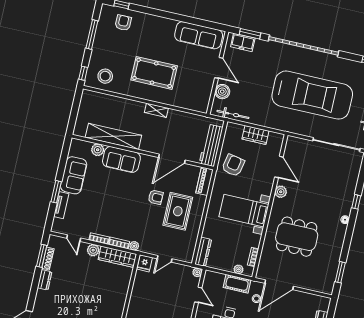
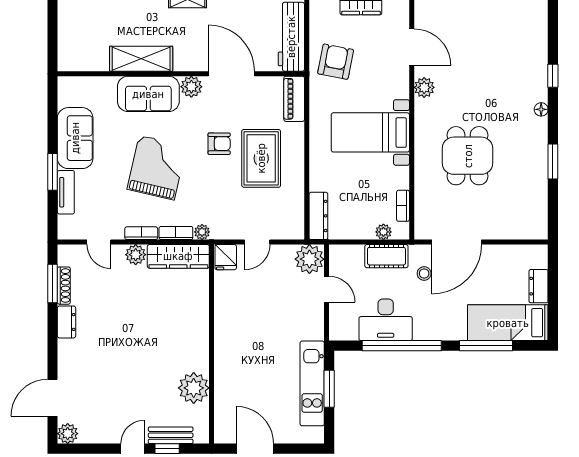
shelving: (113, 136) -> (141, 59), width x0.68
plant: (98, 150) -> (191, 87), moved
door: (172, 159) -> (231, 74), swing flipped
grand piano: (117, 203) -> (157, 168), added
dining table: (297, 237) -> (468, 156), width x0.73
plant: (197, 272) -> (309, 259), width x1.88, depth x1.88
window: (340, 272) -> (553, 162), moved

